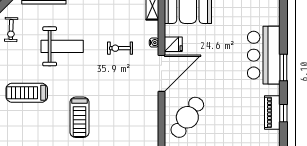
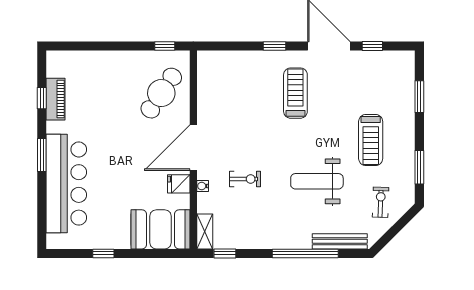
bar counter: (264, 55) -> (66, 184), width x1.36
treadmill: (27, 93) -> (371, 140), moved, turned 90

